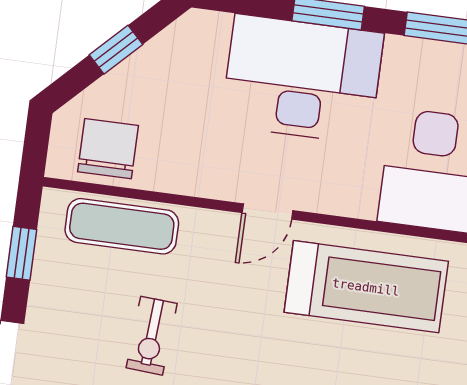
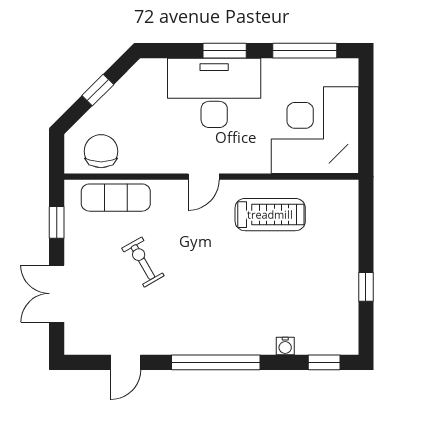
treadmill: (366, 287) -> (270, 215), width x0.73, depth x0.73
exercise bike: (152, 336) -> (143, 262), turned 146

